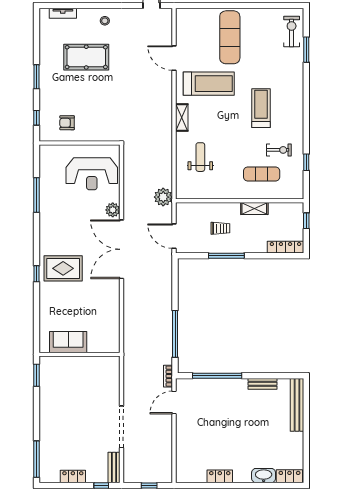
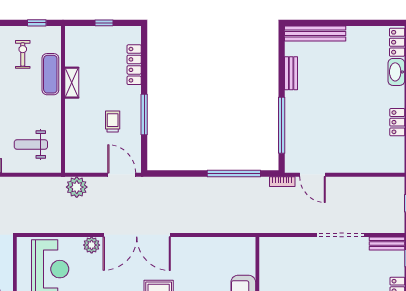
wall: (240, 201) -> (63, 99), moved
shelving: (254, 208) -> (72, 83), moved
door: (174, 236) -> (122, 175), swing flipped
locker: (285, 247) -> (134, 65), moved

